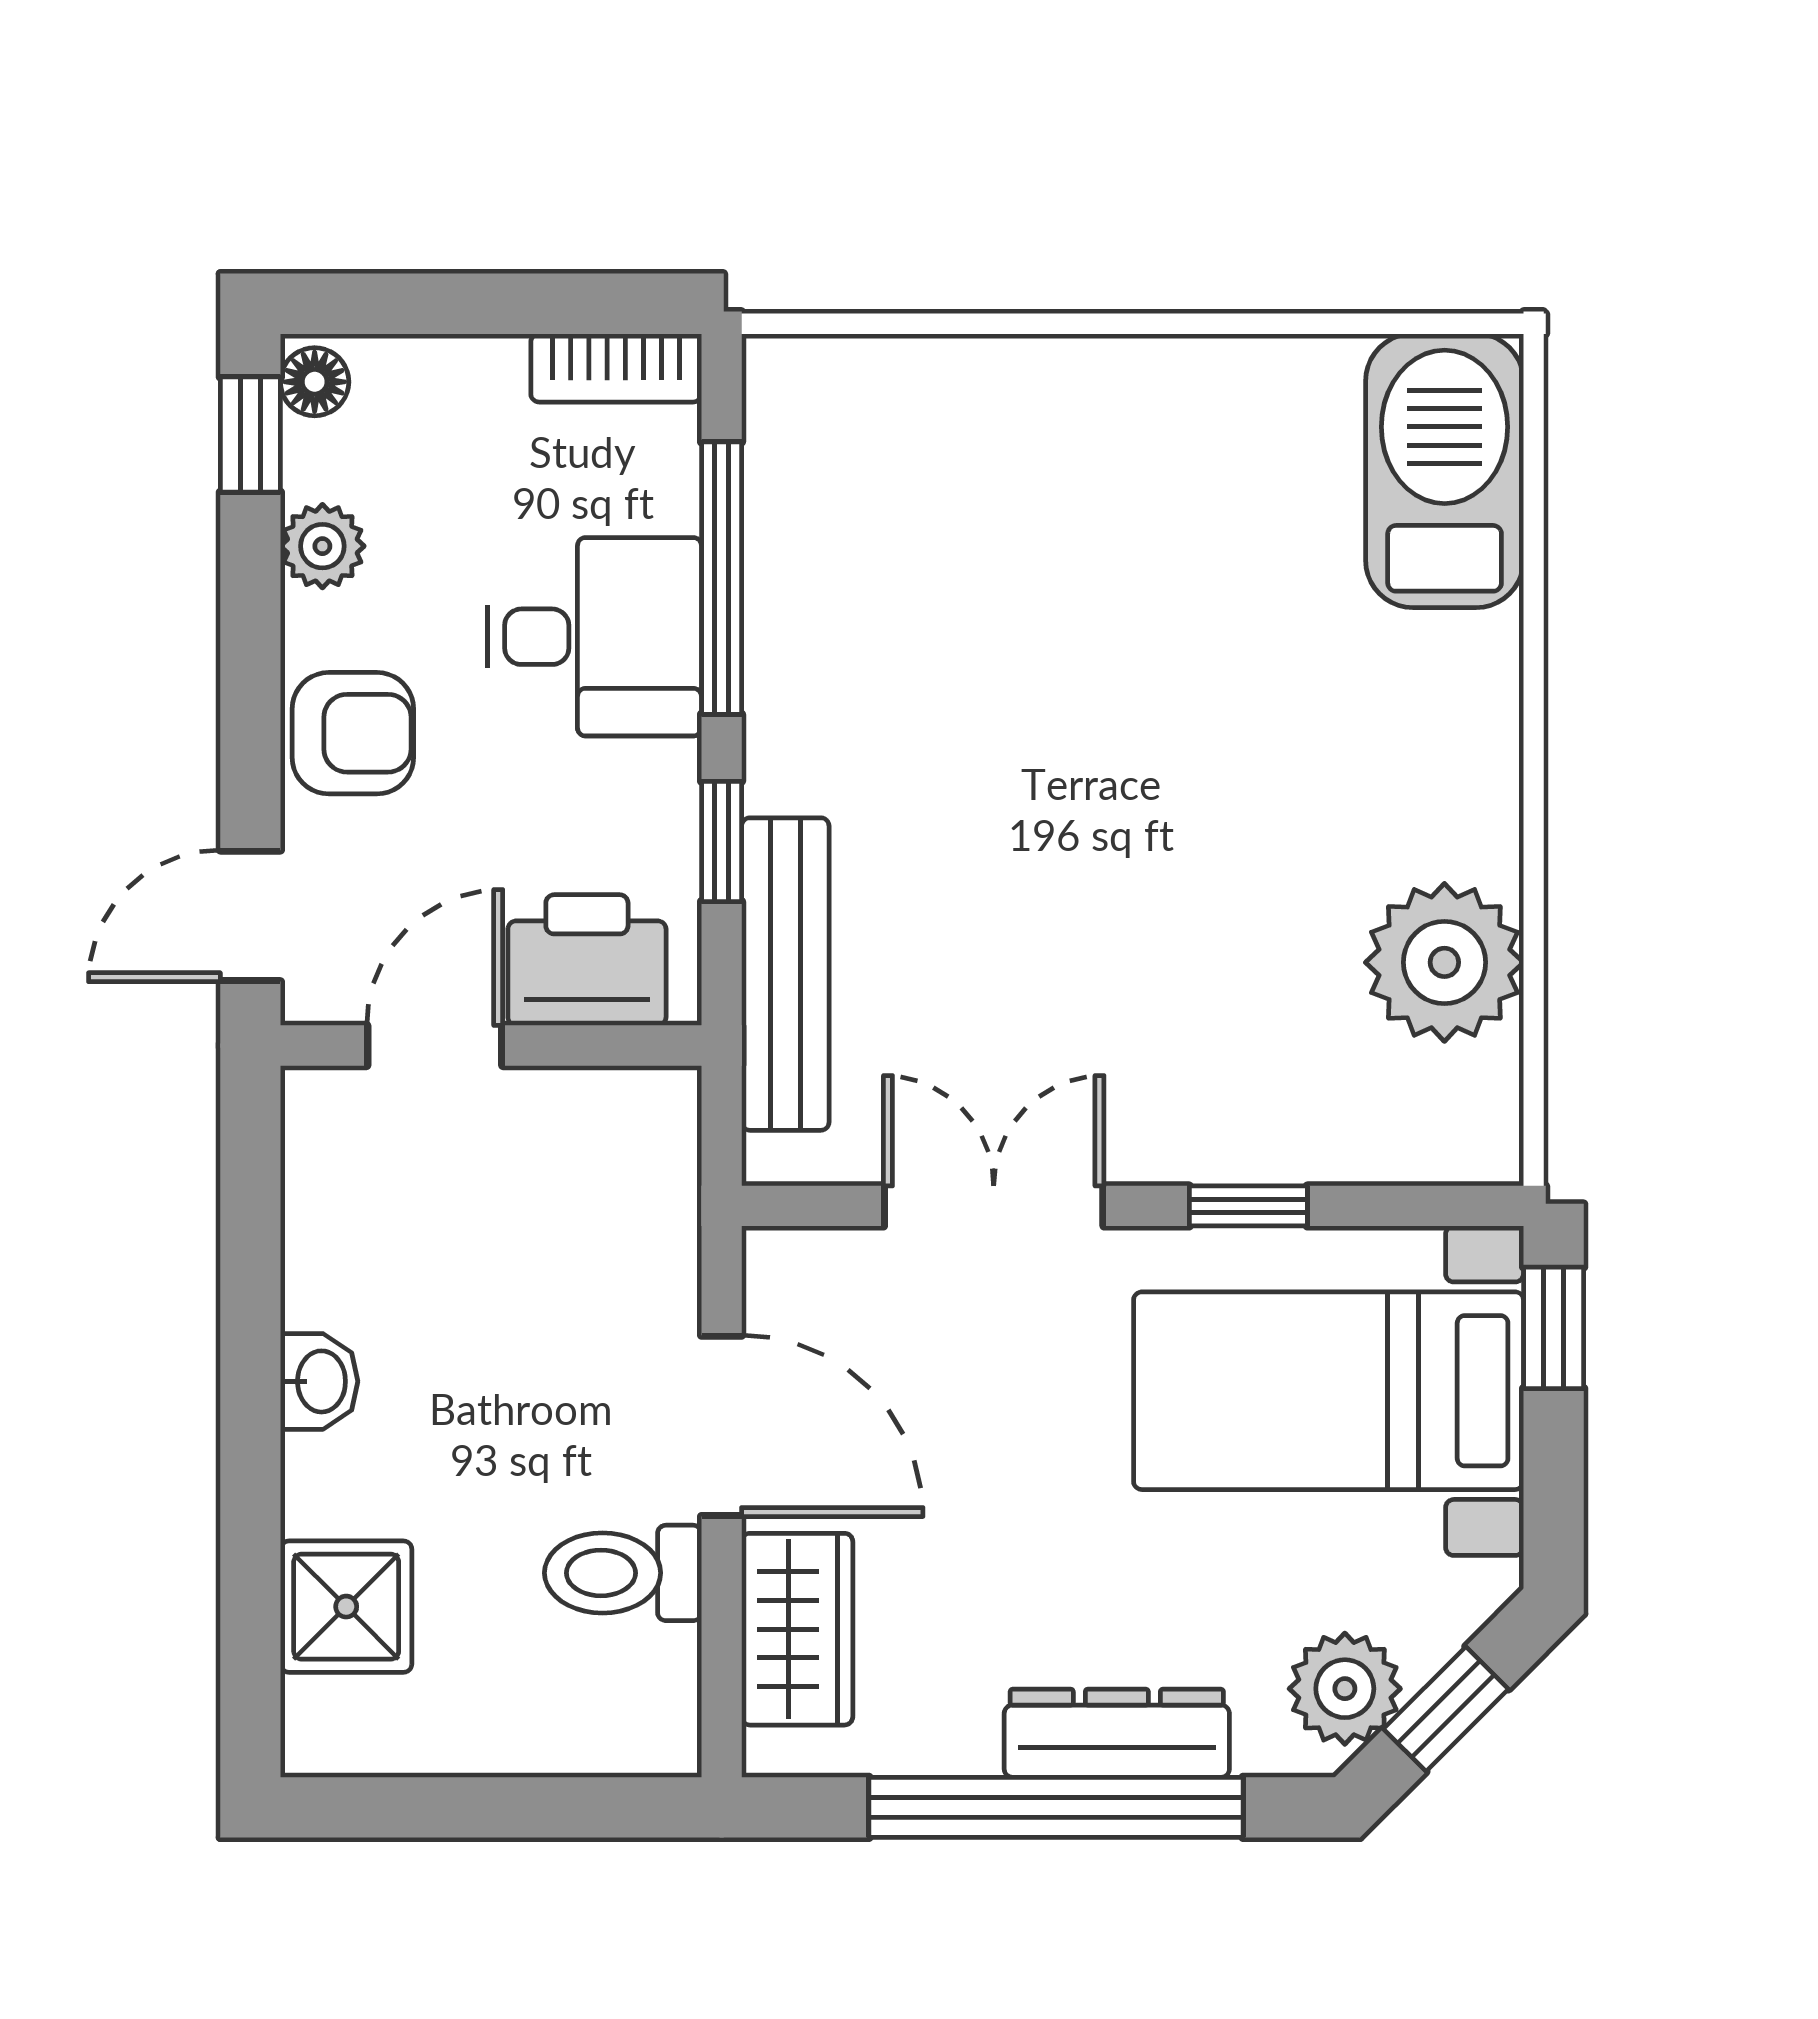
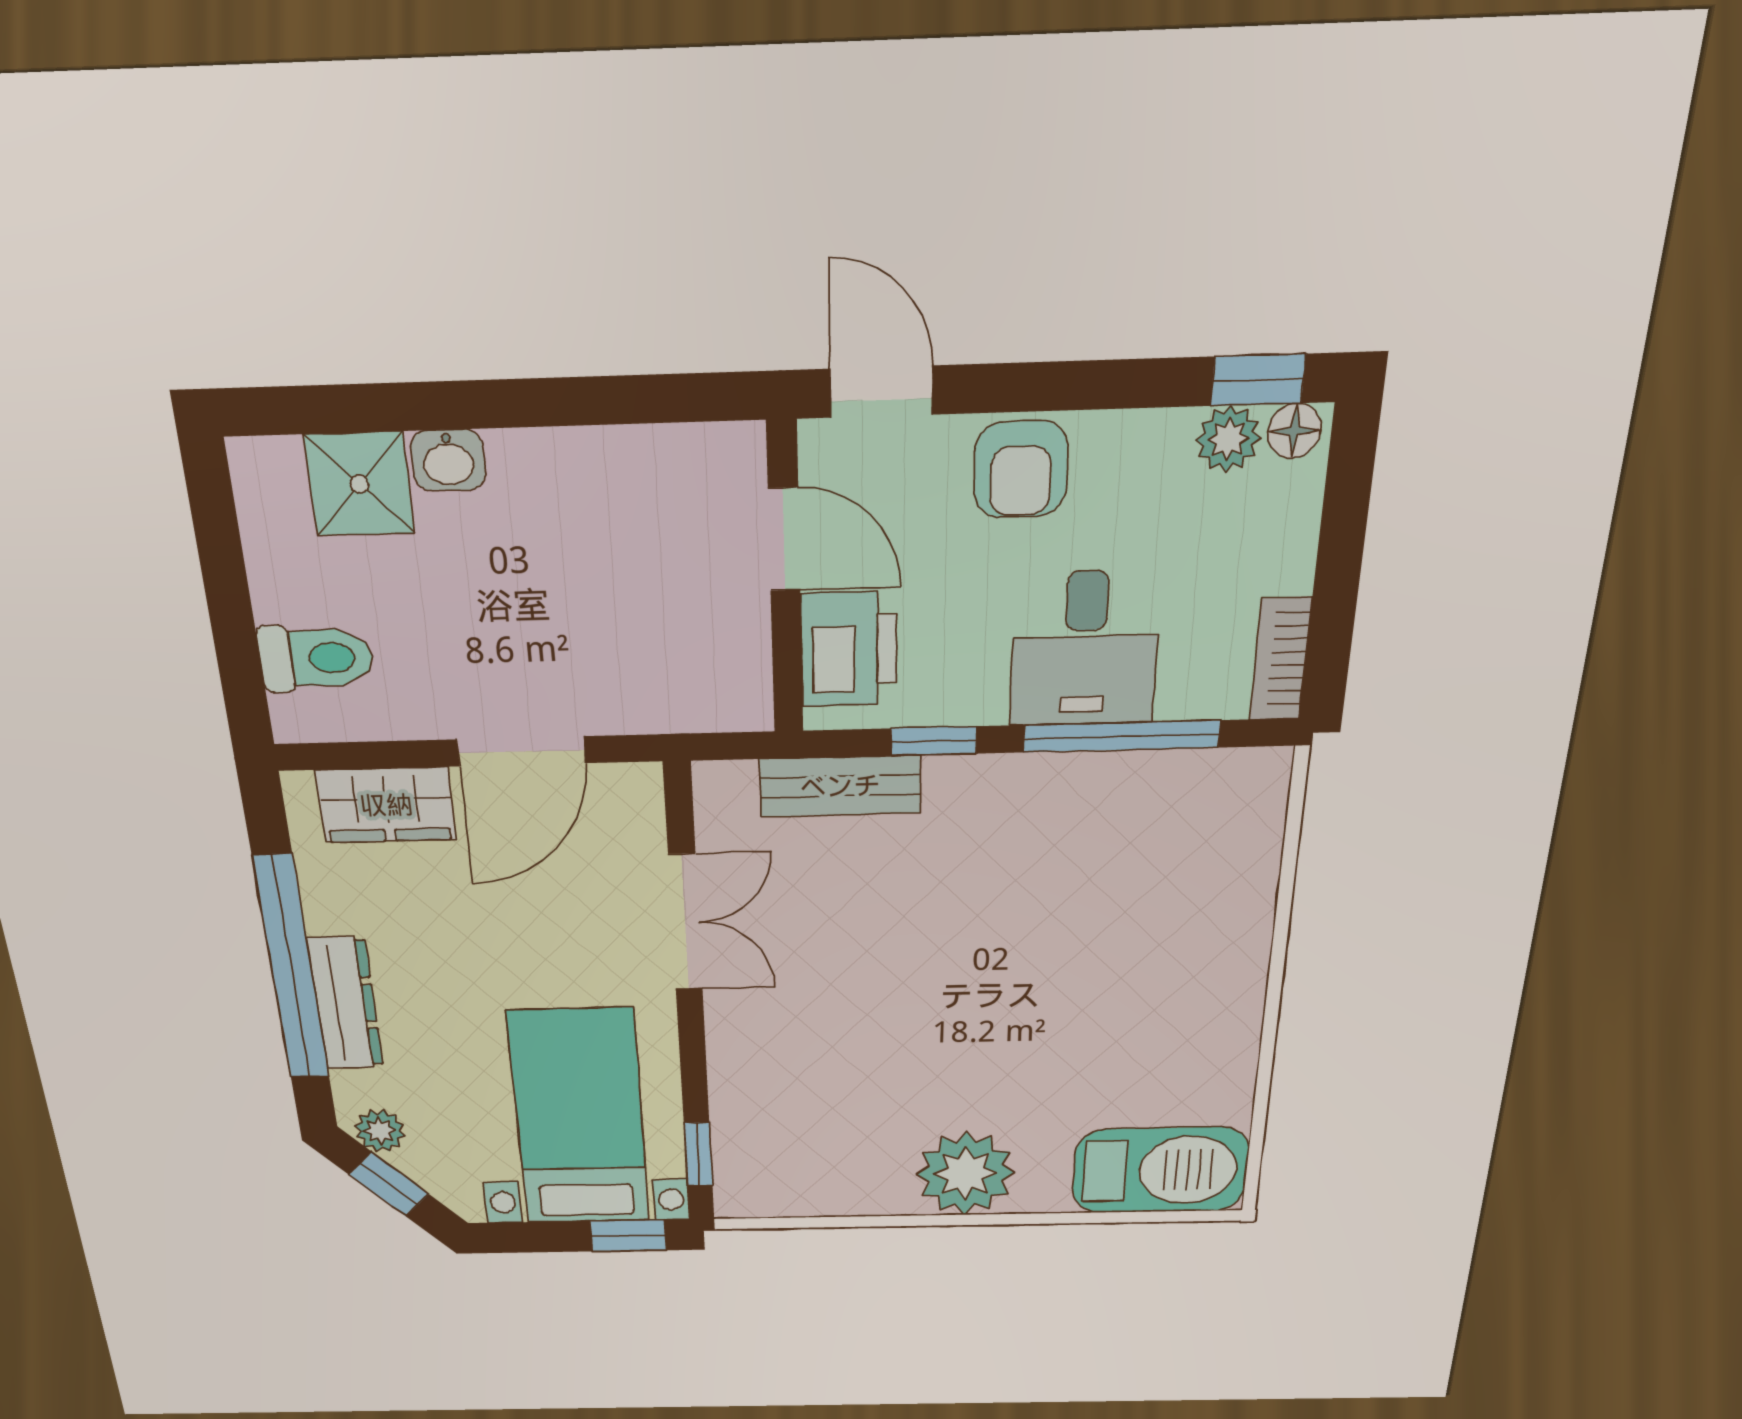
plant: (322, 546) -> (1228, 439), moved
plant: (1444, 962) -> (965, 1174), moved
bench: (785, 974) -> (840, 786), width x0.73
window: (1248, 1206) -> (698, 1154), moved
washbasin: (319, 1381) -> (448, 460), moved
toilet: (623, 1573) -> (316, 658), moved, turned 90
plant: (1345, 1689) -> (380, 1131), width x0.73, depth x0.73

